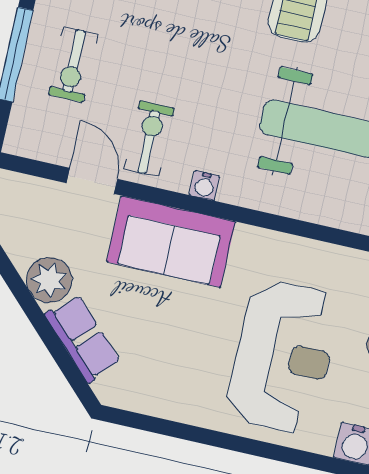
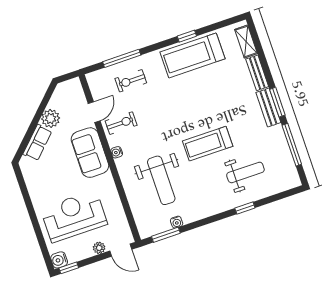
reception desk: (283, 357) -> (74, 216), turned 180

